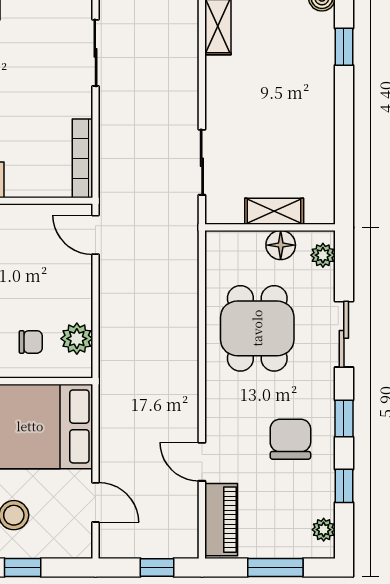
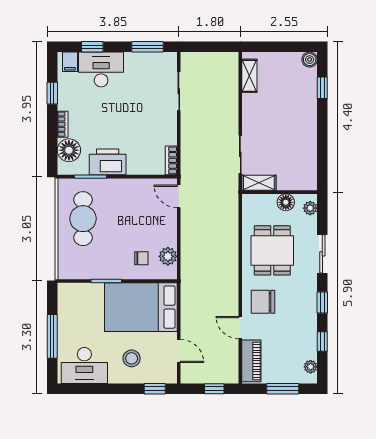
bookcase: (82, 158) -> (171, 160), width x0.64
shelving: (274, 211) -> (259, 183), moved
chair: (290, 439) -> (263, 302), moved, turned -90
window: (23, 568) -> (155, 389), moved

